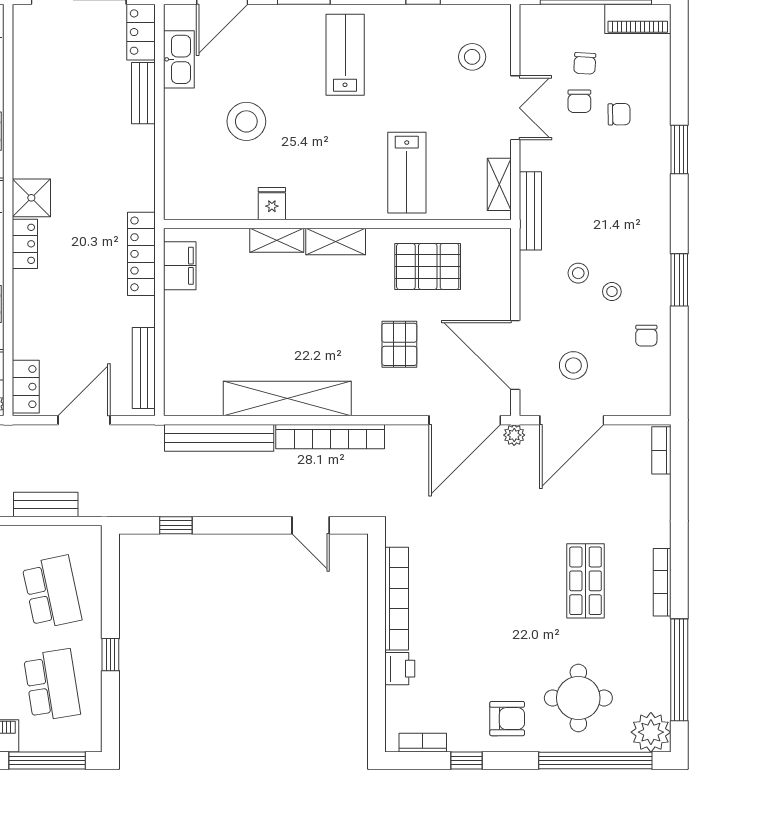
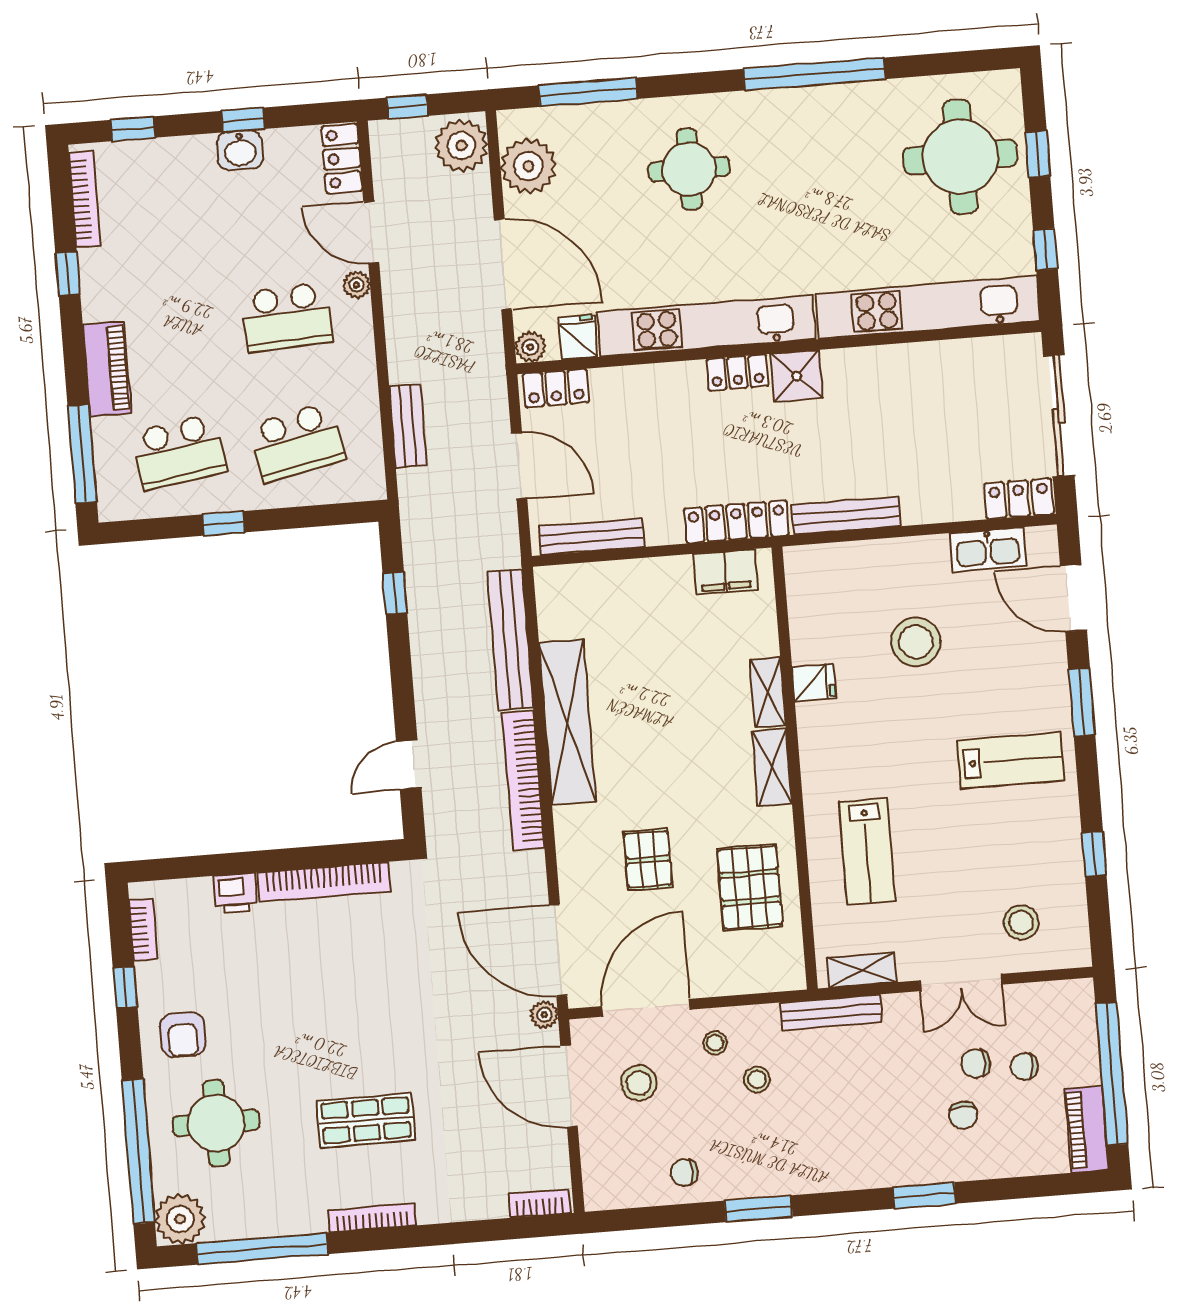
bench: (143, 93) -> (846, 516), moved, width x1.36
lab bench: (407, 173) -> (867, 851), turned -90
stool: (612, 292) -> (715, 1043), moved
pallet: (399, 344) -> (648, 859), turned 90

